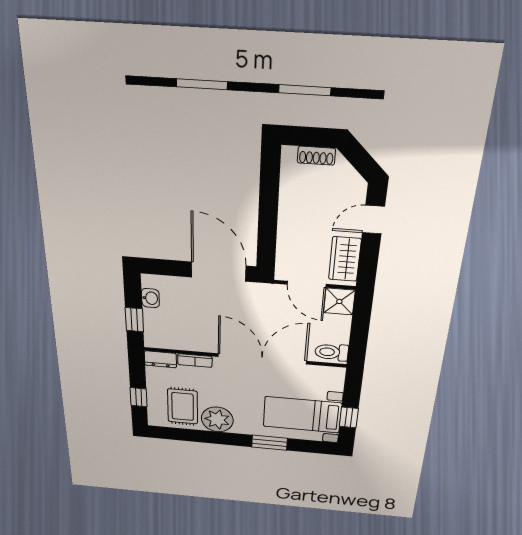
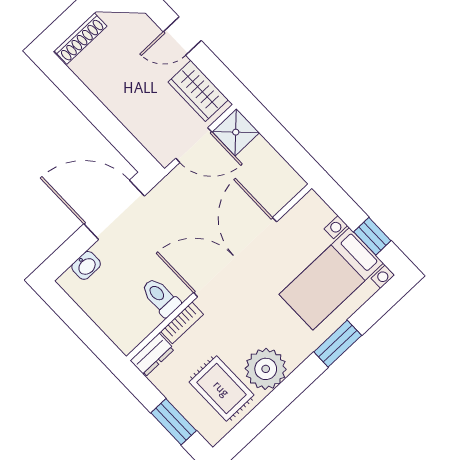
shoe rack: (316, 156) -> (81, 38), width x1.43
door: (373, 220) -> (182, 36), hinge flipped
washbasin: (150, 298) -> (86, 265), moved, turned 90
window: (134, 320) -> (92, 335), removed
toilet: (332, 352) -> (161, 297), moved, turned 90
window: (139, 397) -> (174, 422), width x1.50

